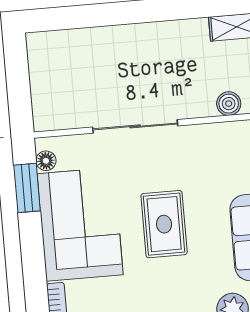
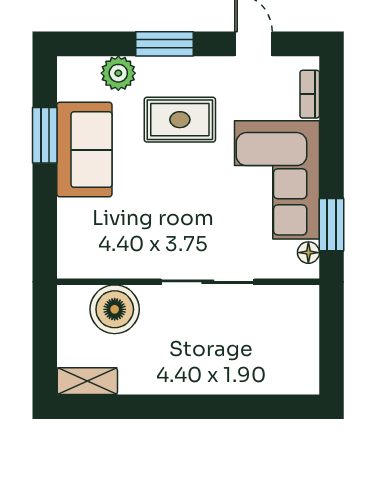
boiler: (229, 104) -> (115, 309), width x1.86, depth x1.86
rug: (164, 224) -> (180, 120), moved, turned 90

